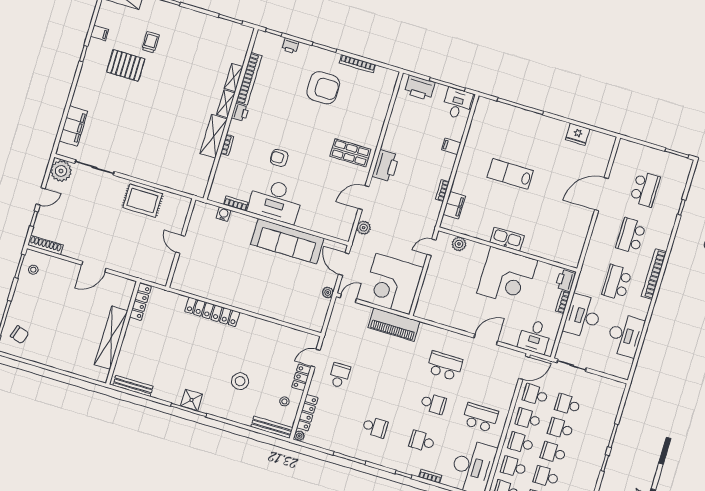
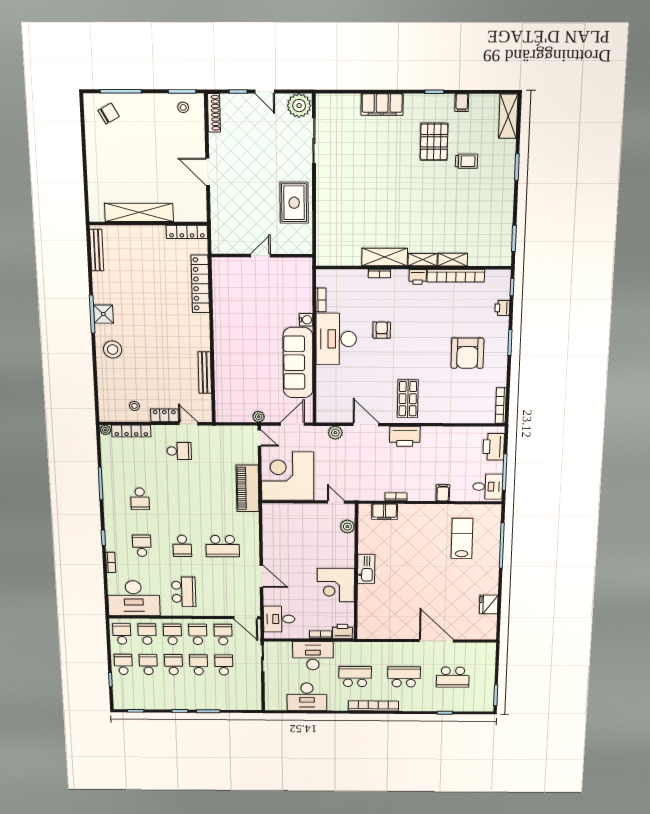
bookcase: (358, 64) -> (501, 406), moved
filing cabinet: (73, 126) -> (382, 105), moved
lab bench: (510, 174) -> (462, 538), moved
water cooler: (223, 214) -> (306, 320), moved
corner desk: (507, 277) -> (336, 585), width x0.74, depth x0.74
locker: (212, 312) -> (200, 284), moved
chair: (19, 335) -> (109, 114), turned -137
school desk: (445, 366) -> (223, 546), turned 90
stool: (240, 381) -> (113, 350), moved
bench: (272, 427) -> (205, 373), moved

